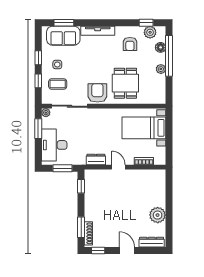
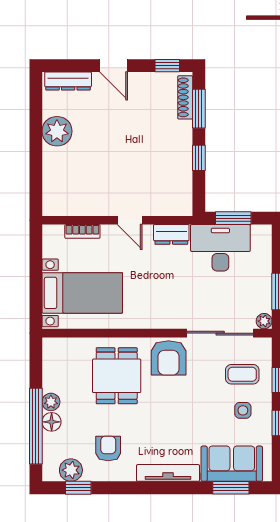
floor lamp: (161, 47) -> (52, 422), moved
desk: (54, 145) -> (220, 248), moved, turned -90
window: (81, 186) -> (199, 158), moved

